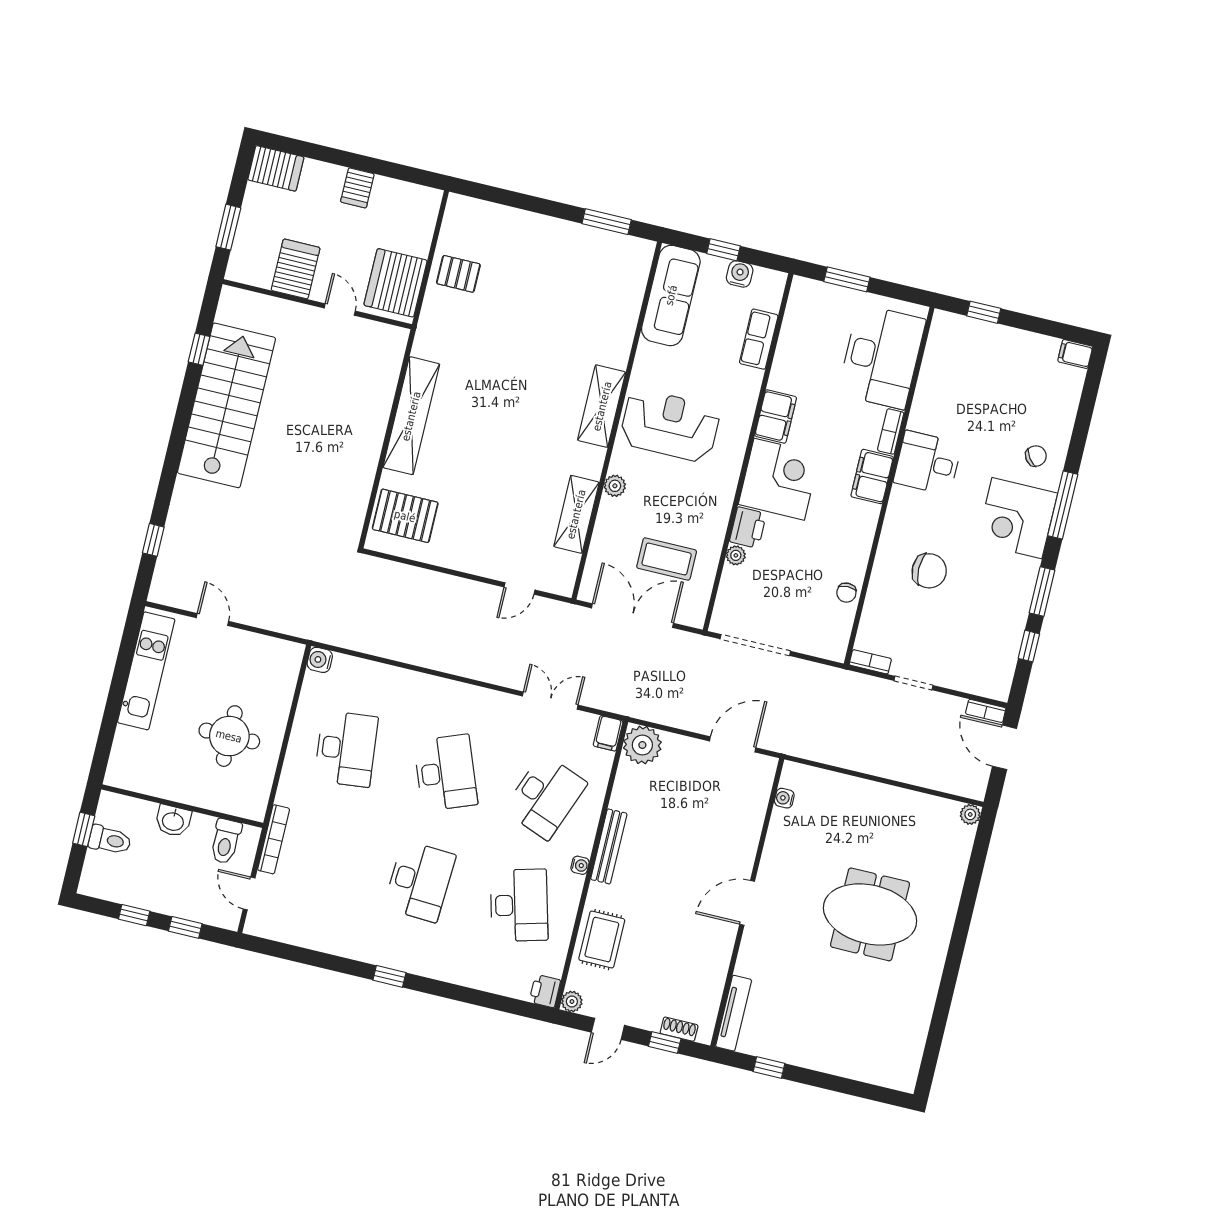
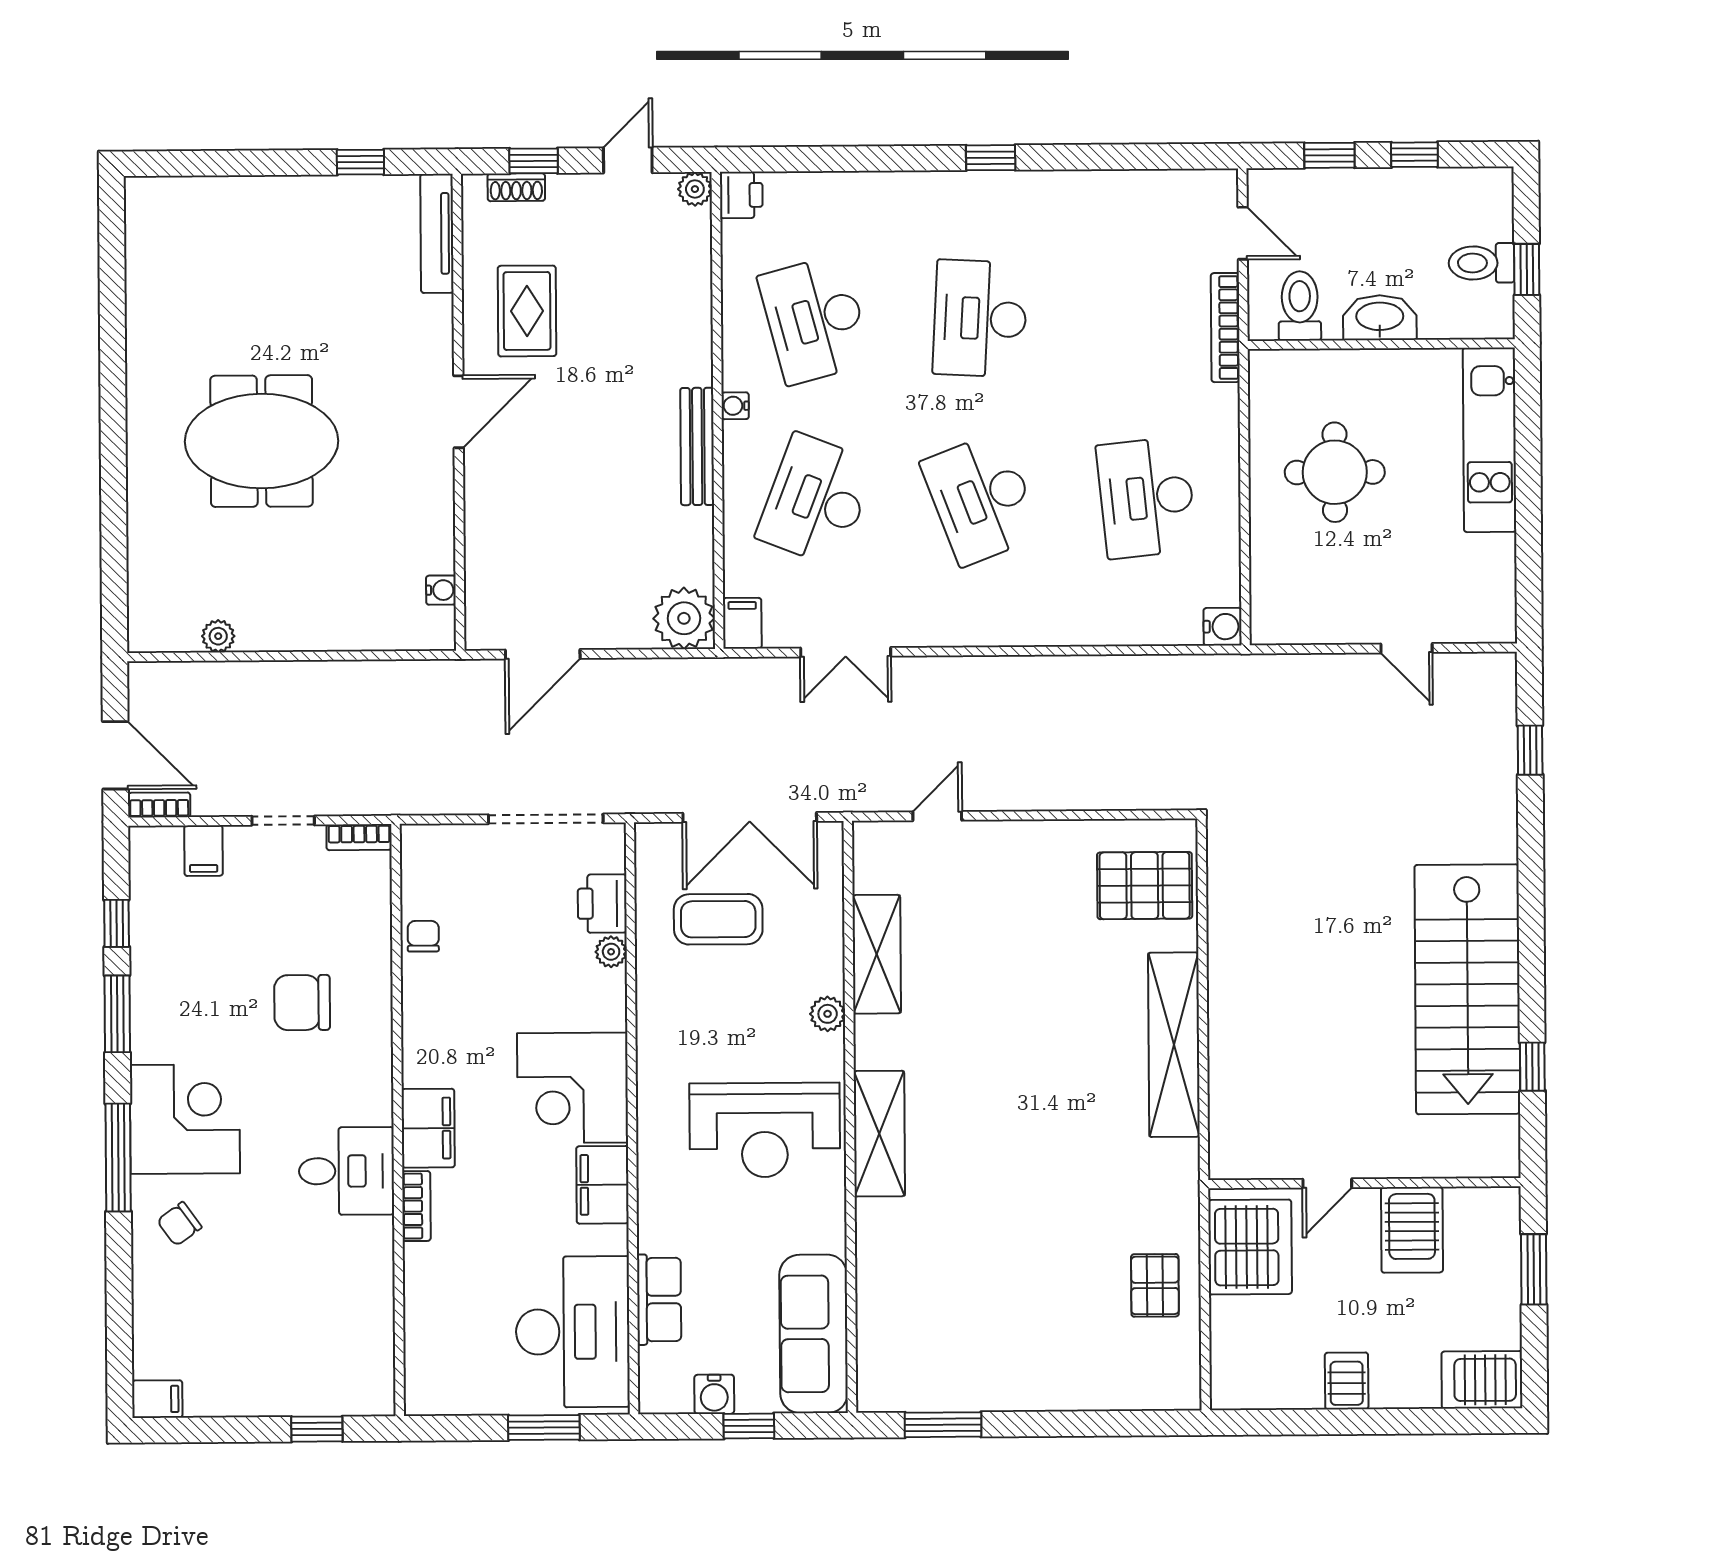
pallet: (458, 274) -> (1155, 1285), turned 90
door: (340, 309) -> (1327, 1183), hinge flipped
desk: (882, 357) -> (573, 1332), moved, turned 180
printer: (748, 528) -> (602, 904), moved
kitchen unit: (146, 671) -> (1490, 440), moved
filing cabinet: (966, 677) -> (203, 851), added
plant: (970, 814) -> (218, 636), moved
washbasin: (173, 821) -> (1380, 318), width x1.38
rug: (602, 940) -> (527, 311), moved

